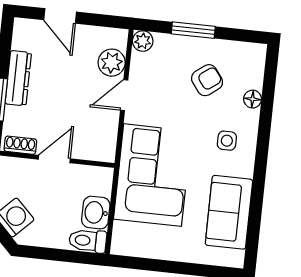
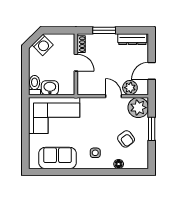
door: (60, 16) -> (152, 71), moved
plant: (143, 41) -> (138, 108), width x1.87, depth x1.87
dresser: (18, 78) -> (132, 39), moved
corner sofa: (152, 175) -> (54, 116), moved

